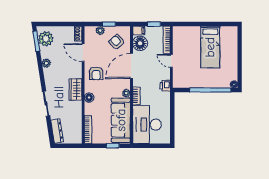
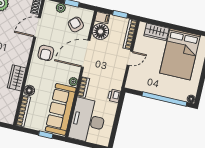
wardrobe: (190, 32) -> (157, 32), added
bed: (210, 47) -> (180, 54), width x1.50
door: (83, 53) -> (37, 27), hinge flipped
door: (171, 61) -> (130, 58), swing flipped
printer: (165, 86) -> (114, 96), moved
wardrobe: (76, 90) -> (17, 78), moved
floor lamp: (89, 98) -> (29, 90), moved

